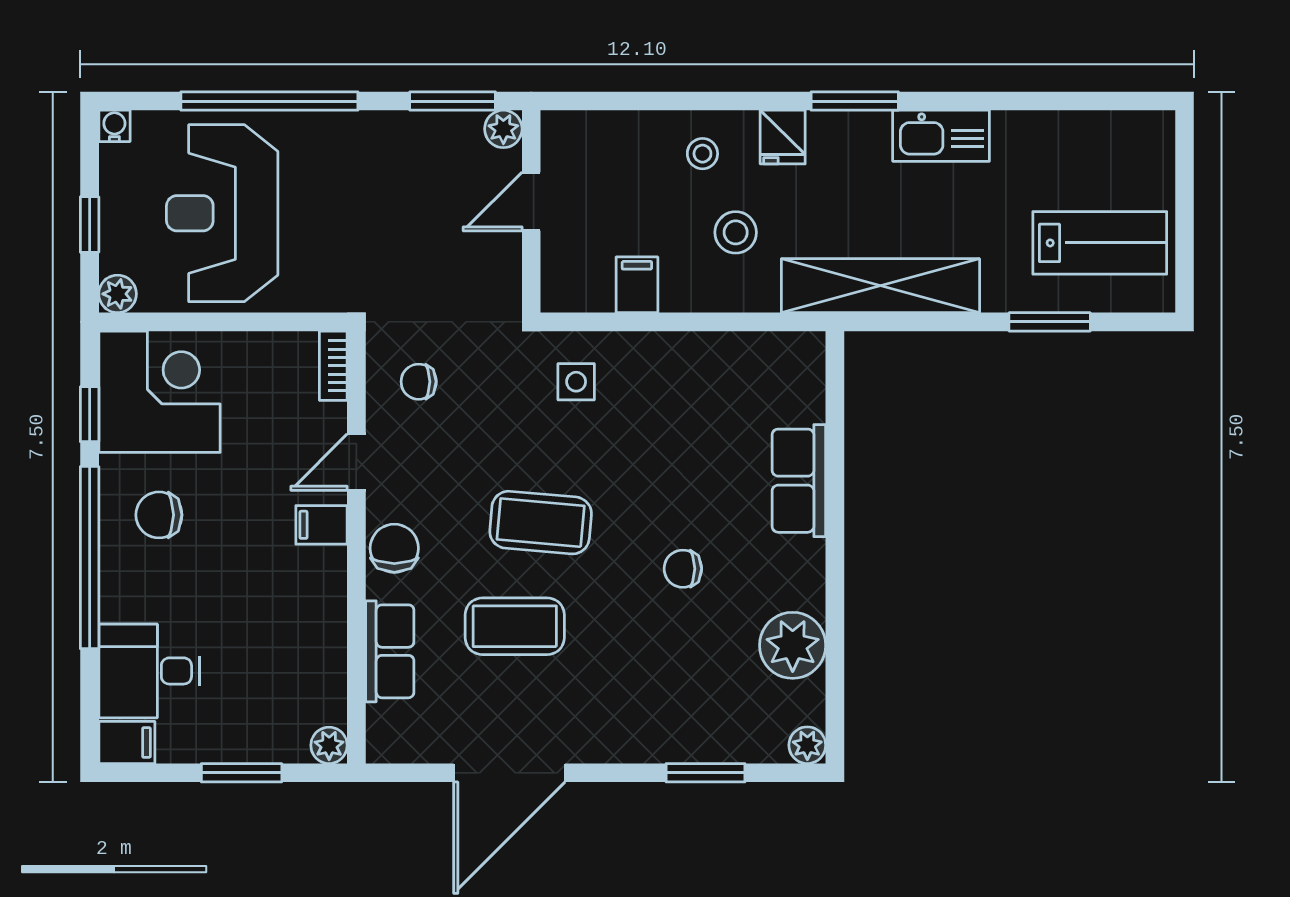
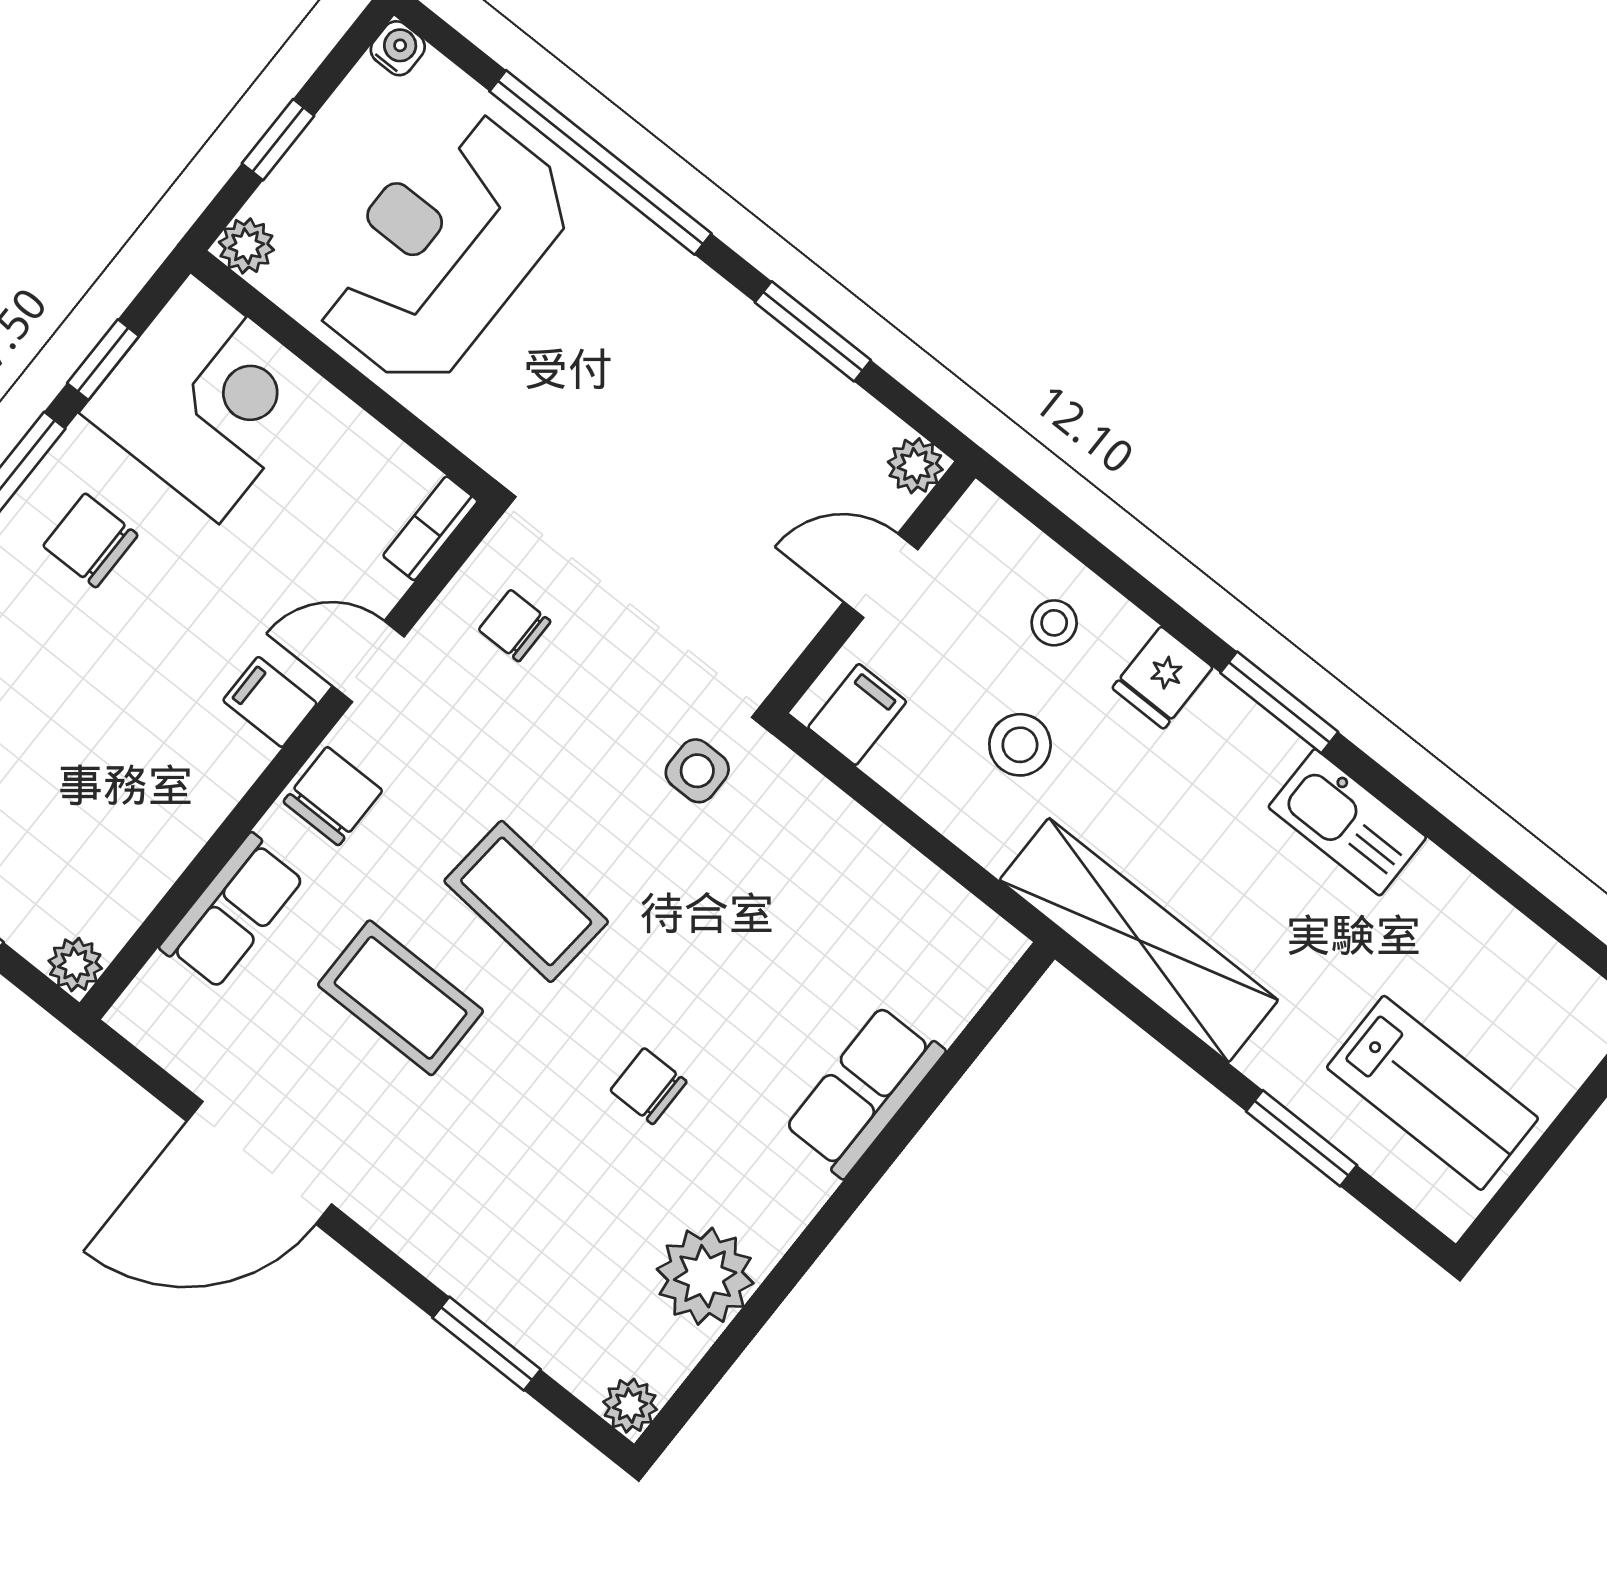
plant: (503, 129) -> (915, 466), moved
door: (531, 202) -> (881, 576), moved
wall: (531, 211) -> (872, 587), moved

